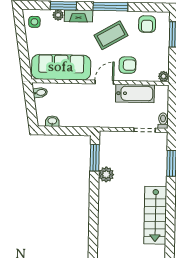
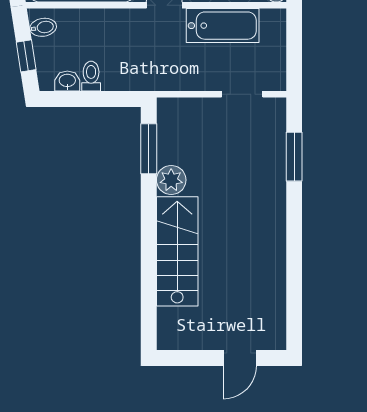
window: (31, 107) -> (26, 56), added
toilet: (163, 121) -> (91, 76), moved
stairs: (155, 215) -> (177, 251), moved, turned 180

